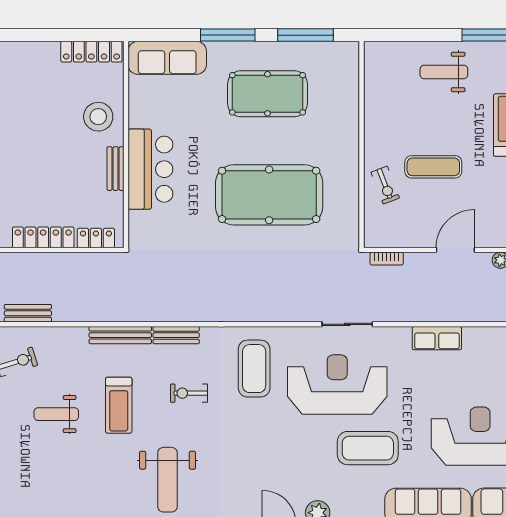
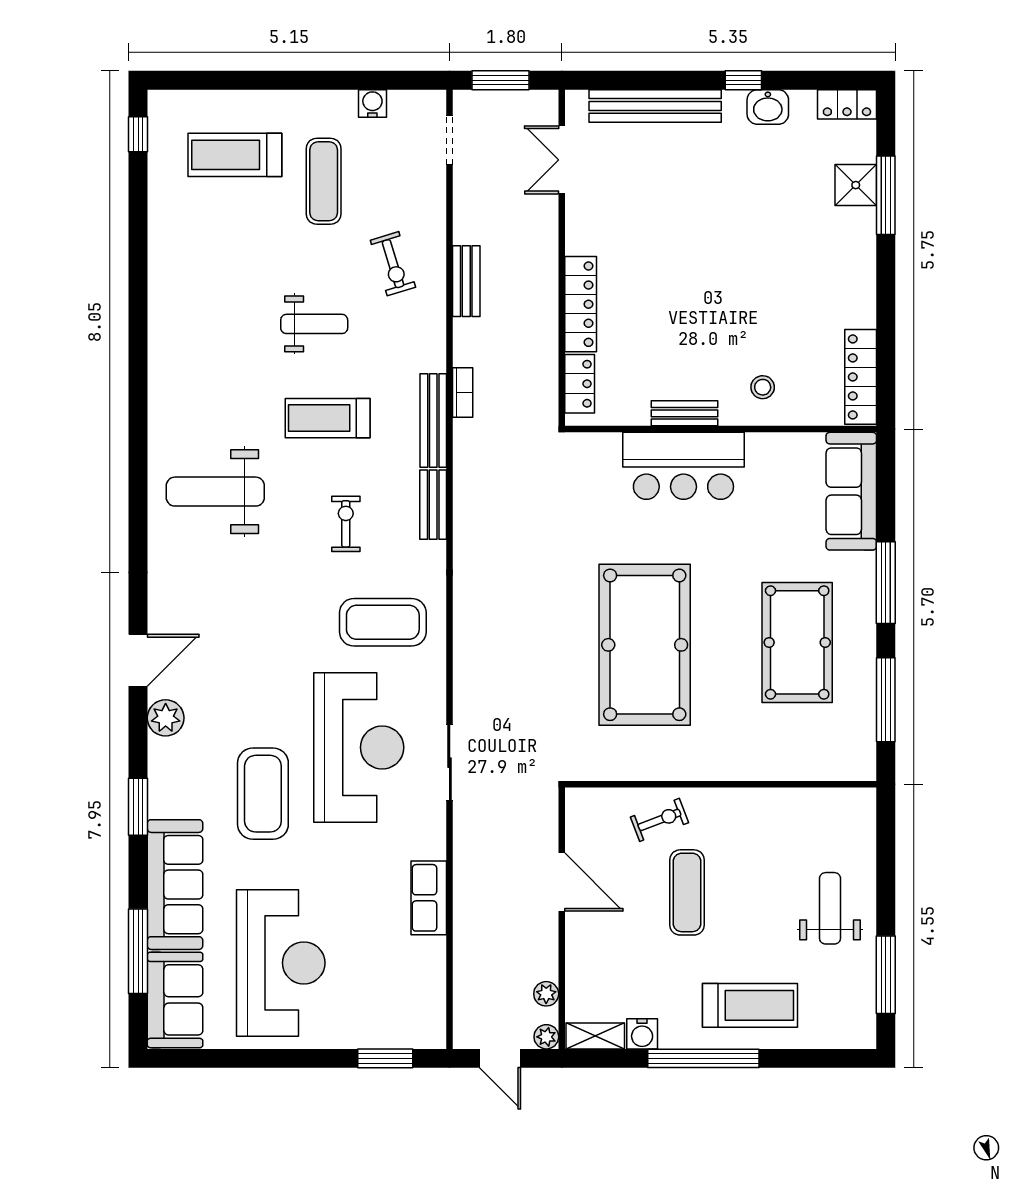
stool: (98, 117) -> (763, 387), width x0.53, depth x0.53
exercise bike: (385, 185) -> (659, 820), turned 180
door: (455, 250) -> (562, 882), moved
bookcase: (387, 259) -> (463, 392), moved, turned 180
weight bench: (56, 414) -> (314, 324), turned 90

